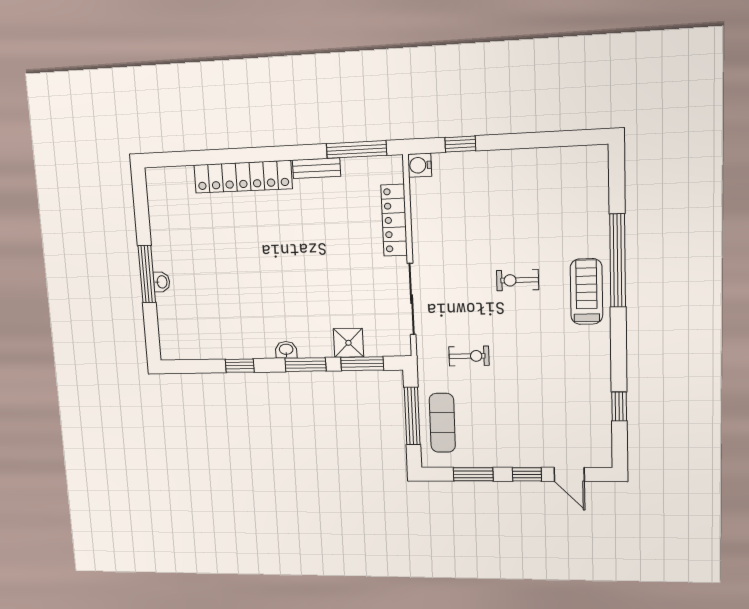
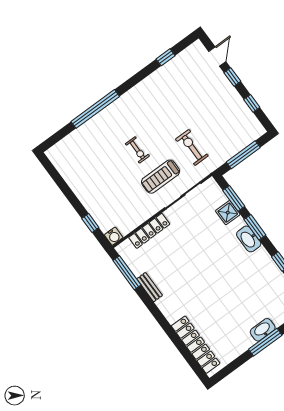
locker: (243, 177) -> (196, 345), moved
washbasin: (162, 282) -> (263, 330), width x1.91, depth x1.45
treadmill: (586, 292) -> (160, 177), moved
washbasin: (286, 350) -> (249, 239), width x1.91, depth x1.45
exercise bike: (469, 356) -> (192, 147), width x1.38, depth x1.39
exercise mat: (442, 423) -> (236, 137), removed
window: (473, 474) -> (252, 103), width x0.67

